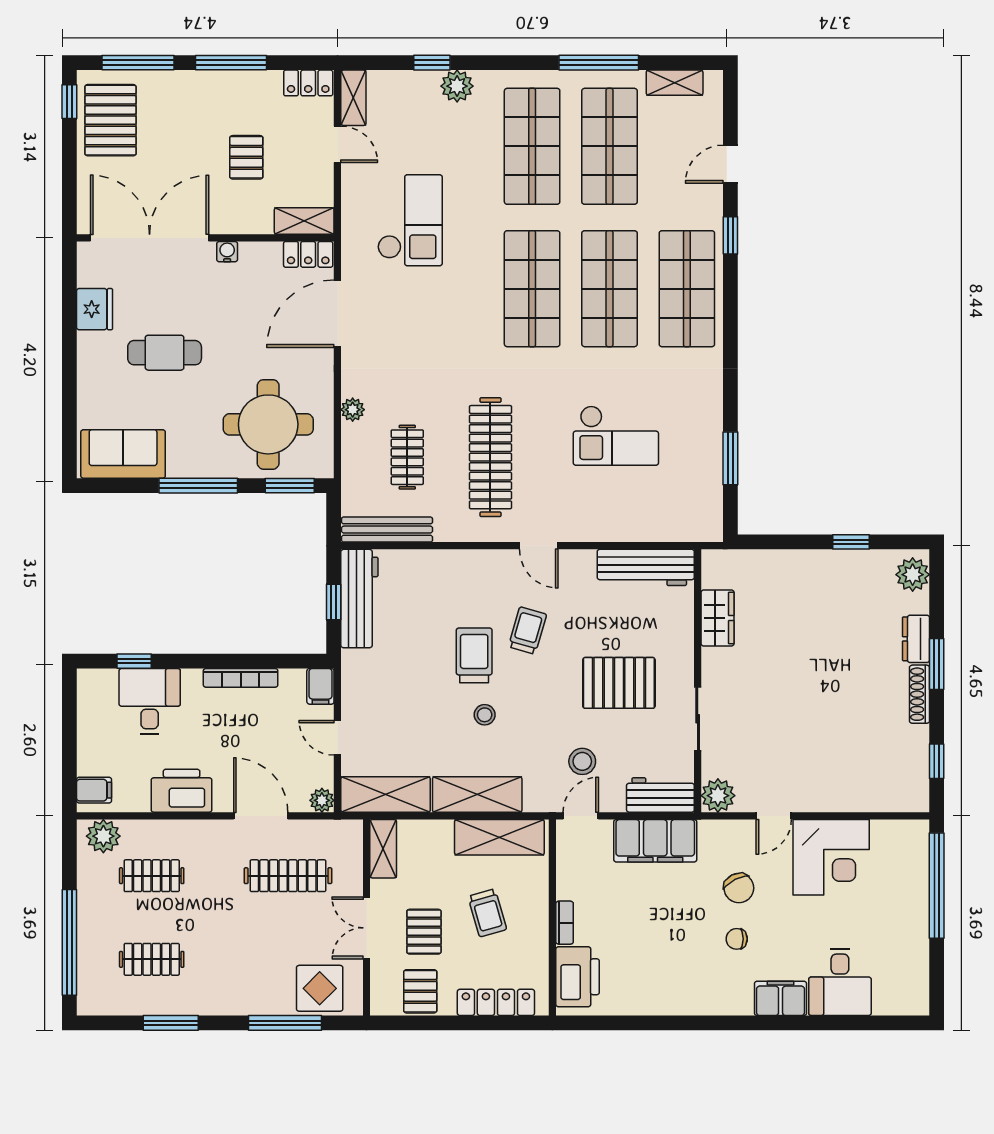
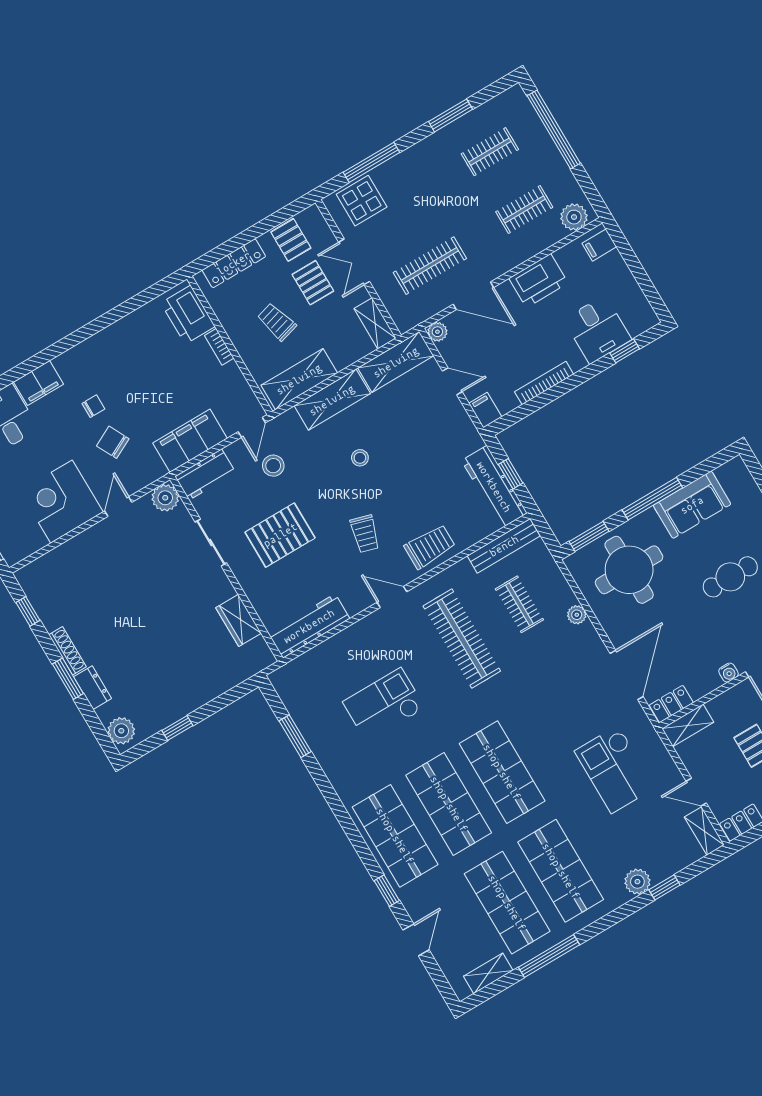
sofa: (123, 454) -> (692, 505), moved
trolley: (474, 655) -> (430, 547), moved, turned -90
double door: (367, 928) -> (354, 262), swing flipped

